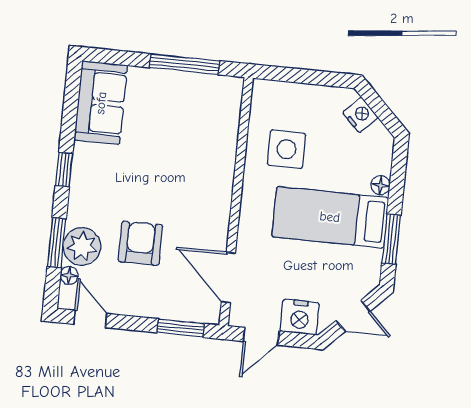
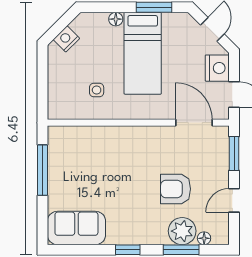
side table: (286, 149) -> (97, 90), width x0.54, depth x0.54
door: (228, 278) -> (194, 123), swing flipped
door: (90, 319) -> (234, 200), moved

